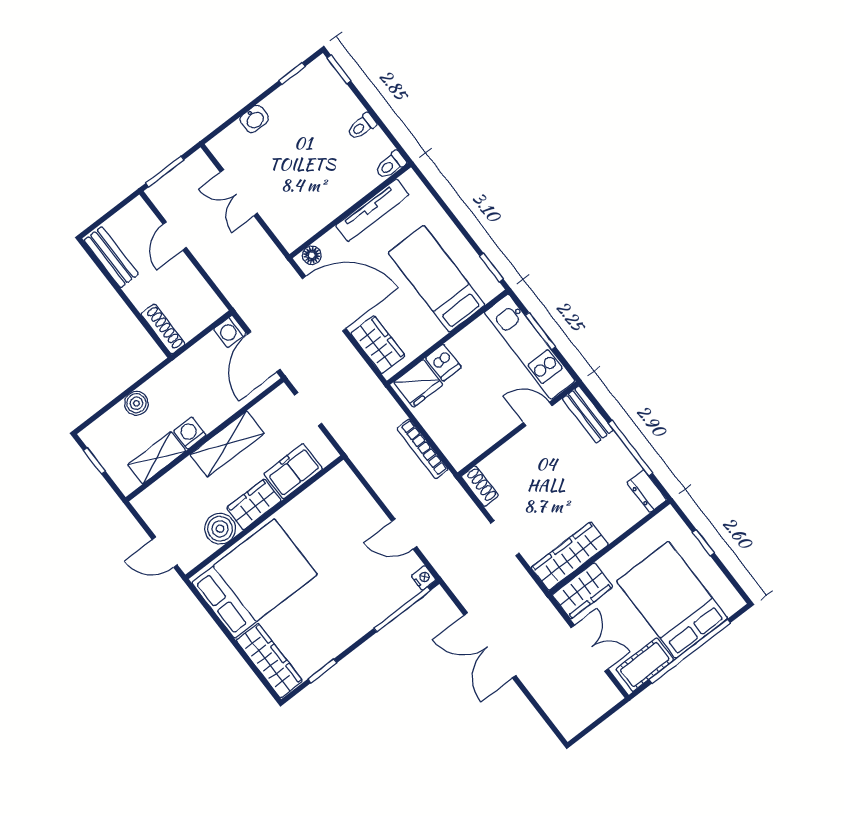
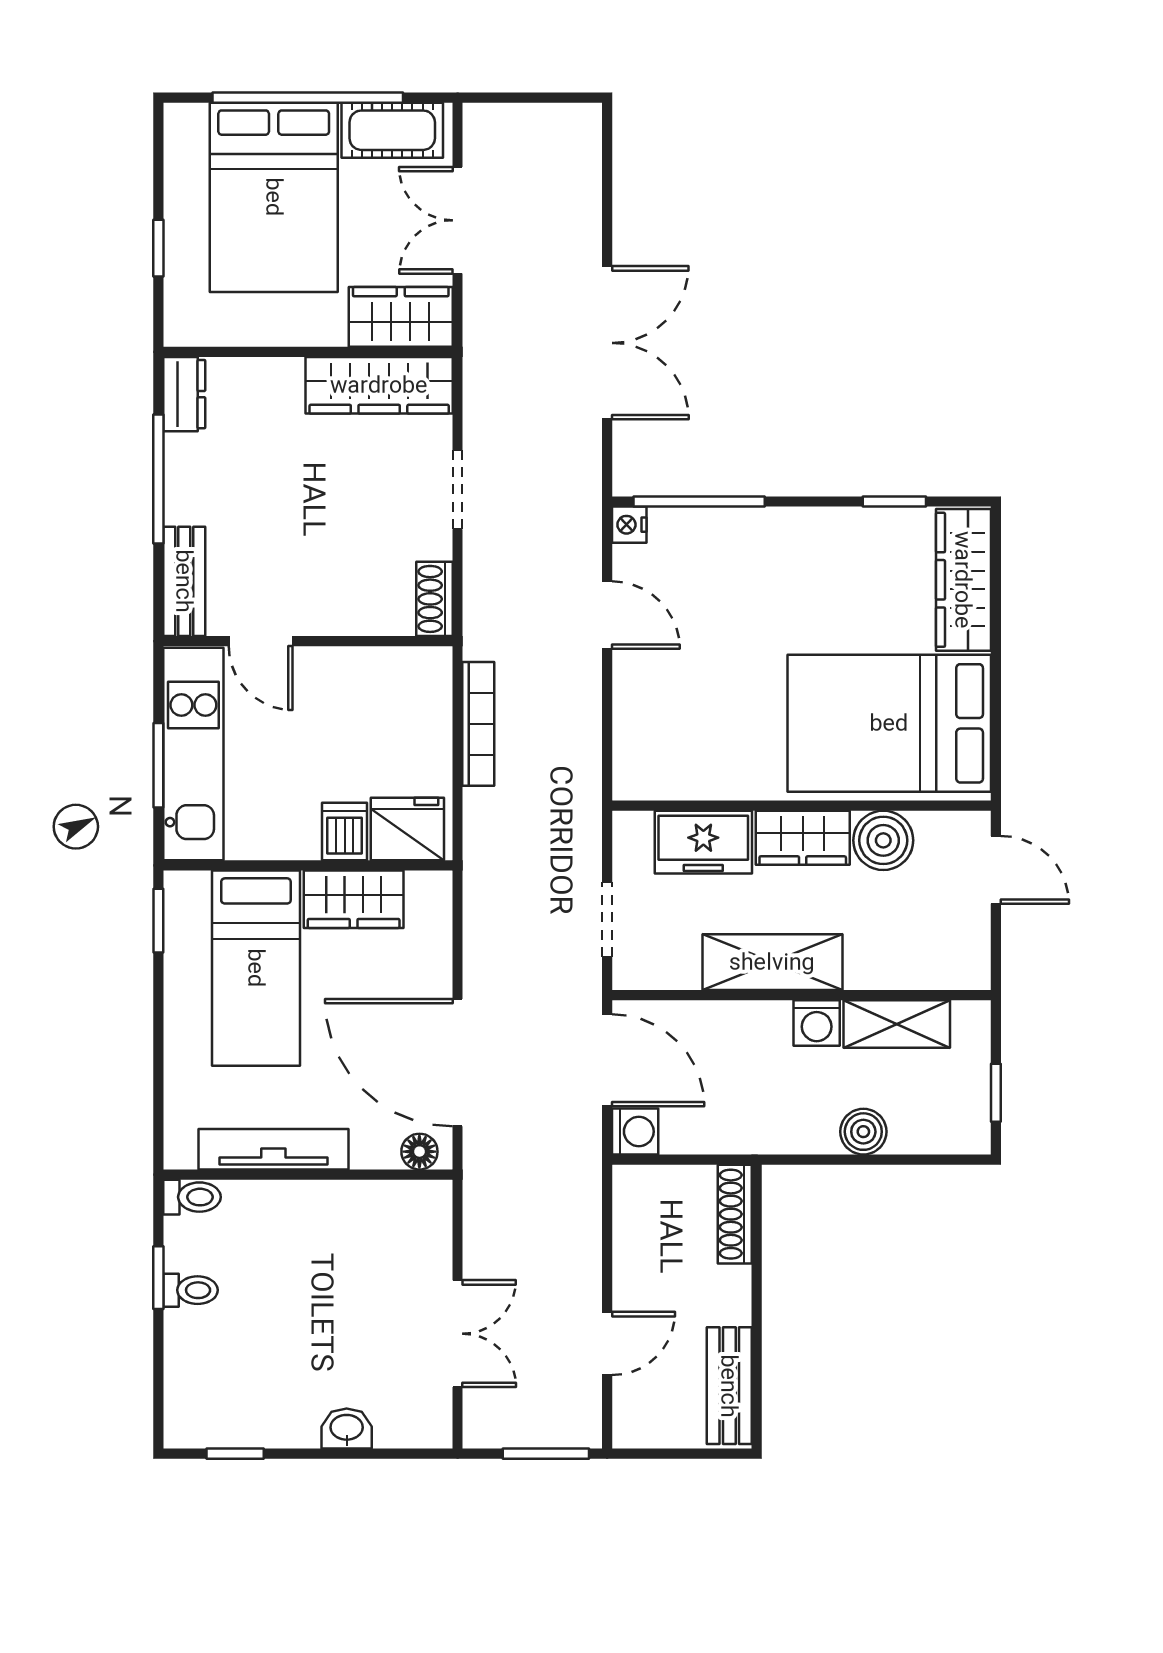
window: (339, 69) -> (158, 1278), moved
wardrobe: (378, 345) -> (354, 899), moved, turned -90
door: (264, 352) -> (607, 1060), hinge flipped

